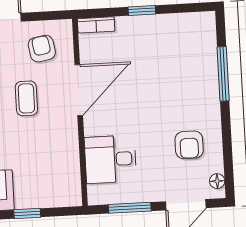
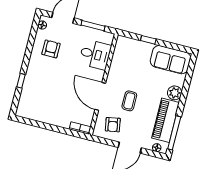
window: (142, 10) -> (53, 128), removed
window: (223, 74) -> (21, 81), width x0.46
door: (79, 90) -> (100, 96), hinge flipped

